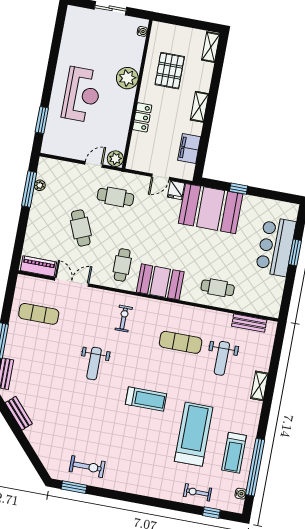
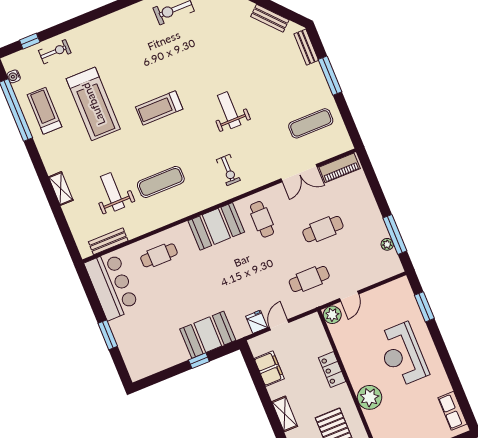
row of seats: (71, 28) -> (452, 411), added
booth: (211, 209) -> (208, 335), width x0.73, depth x0.70
cafe table: (81, 228) -> (323, 229), turned -67
bar counter: (276, 246) -> (112, 286), moved

